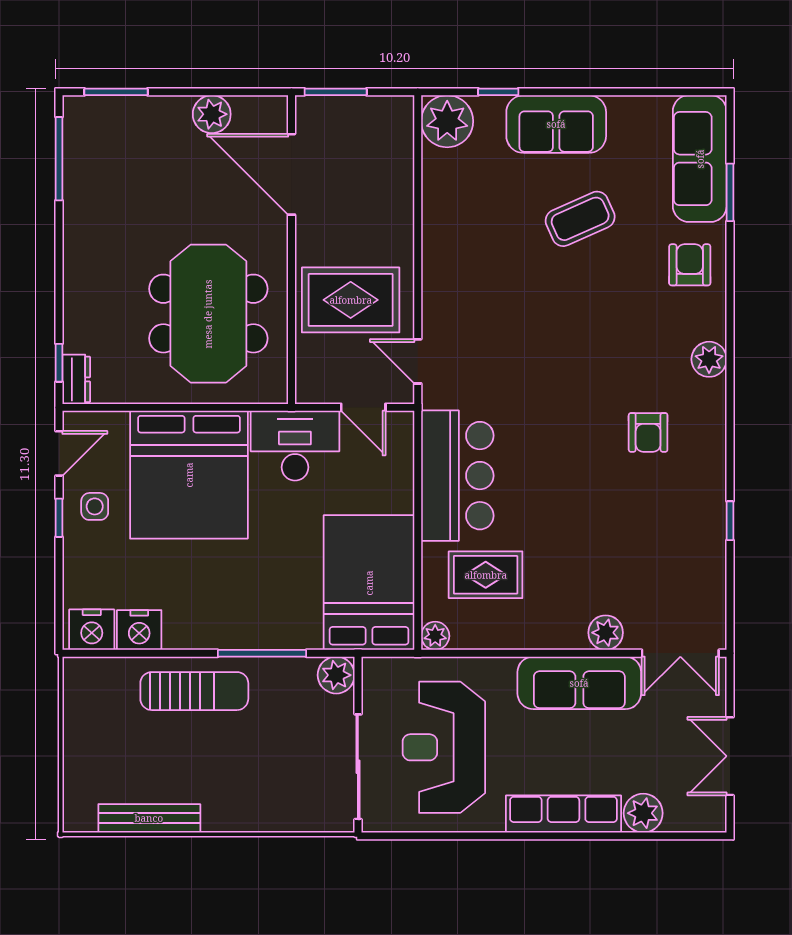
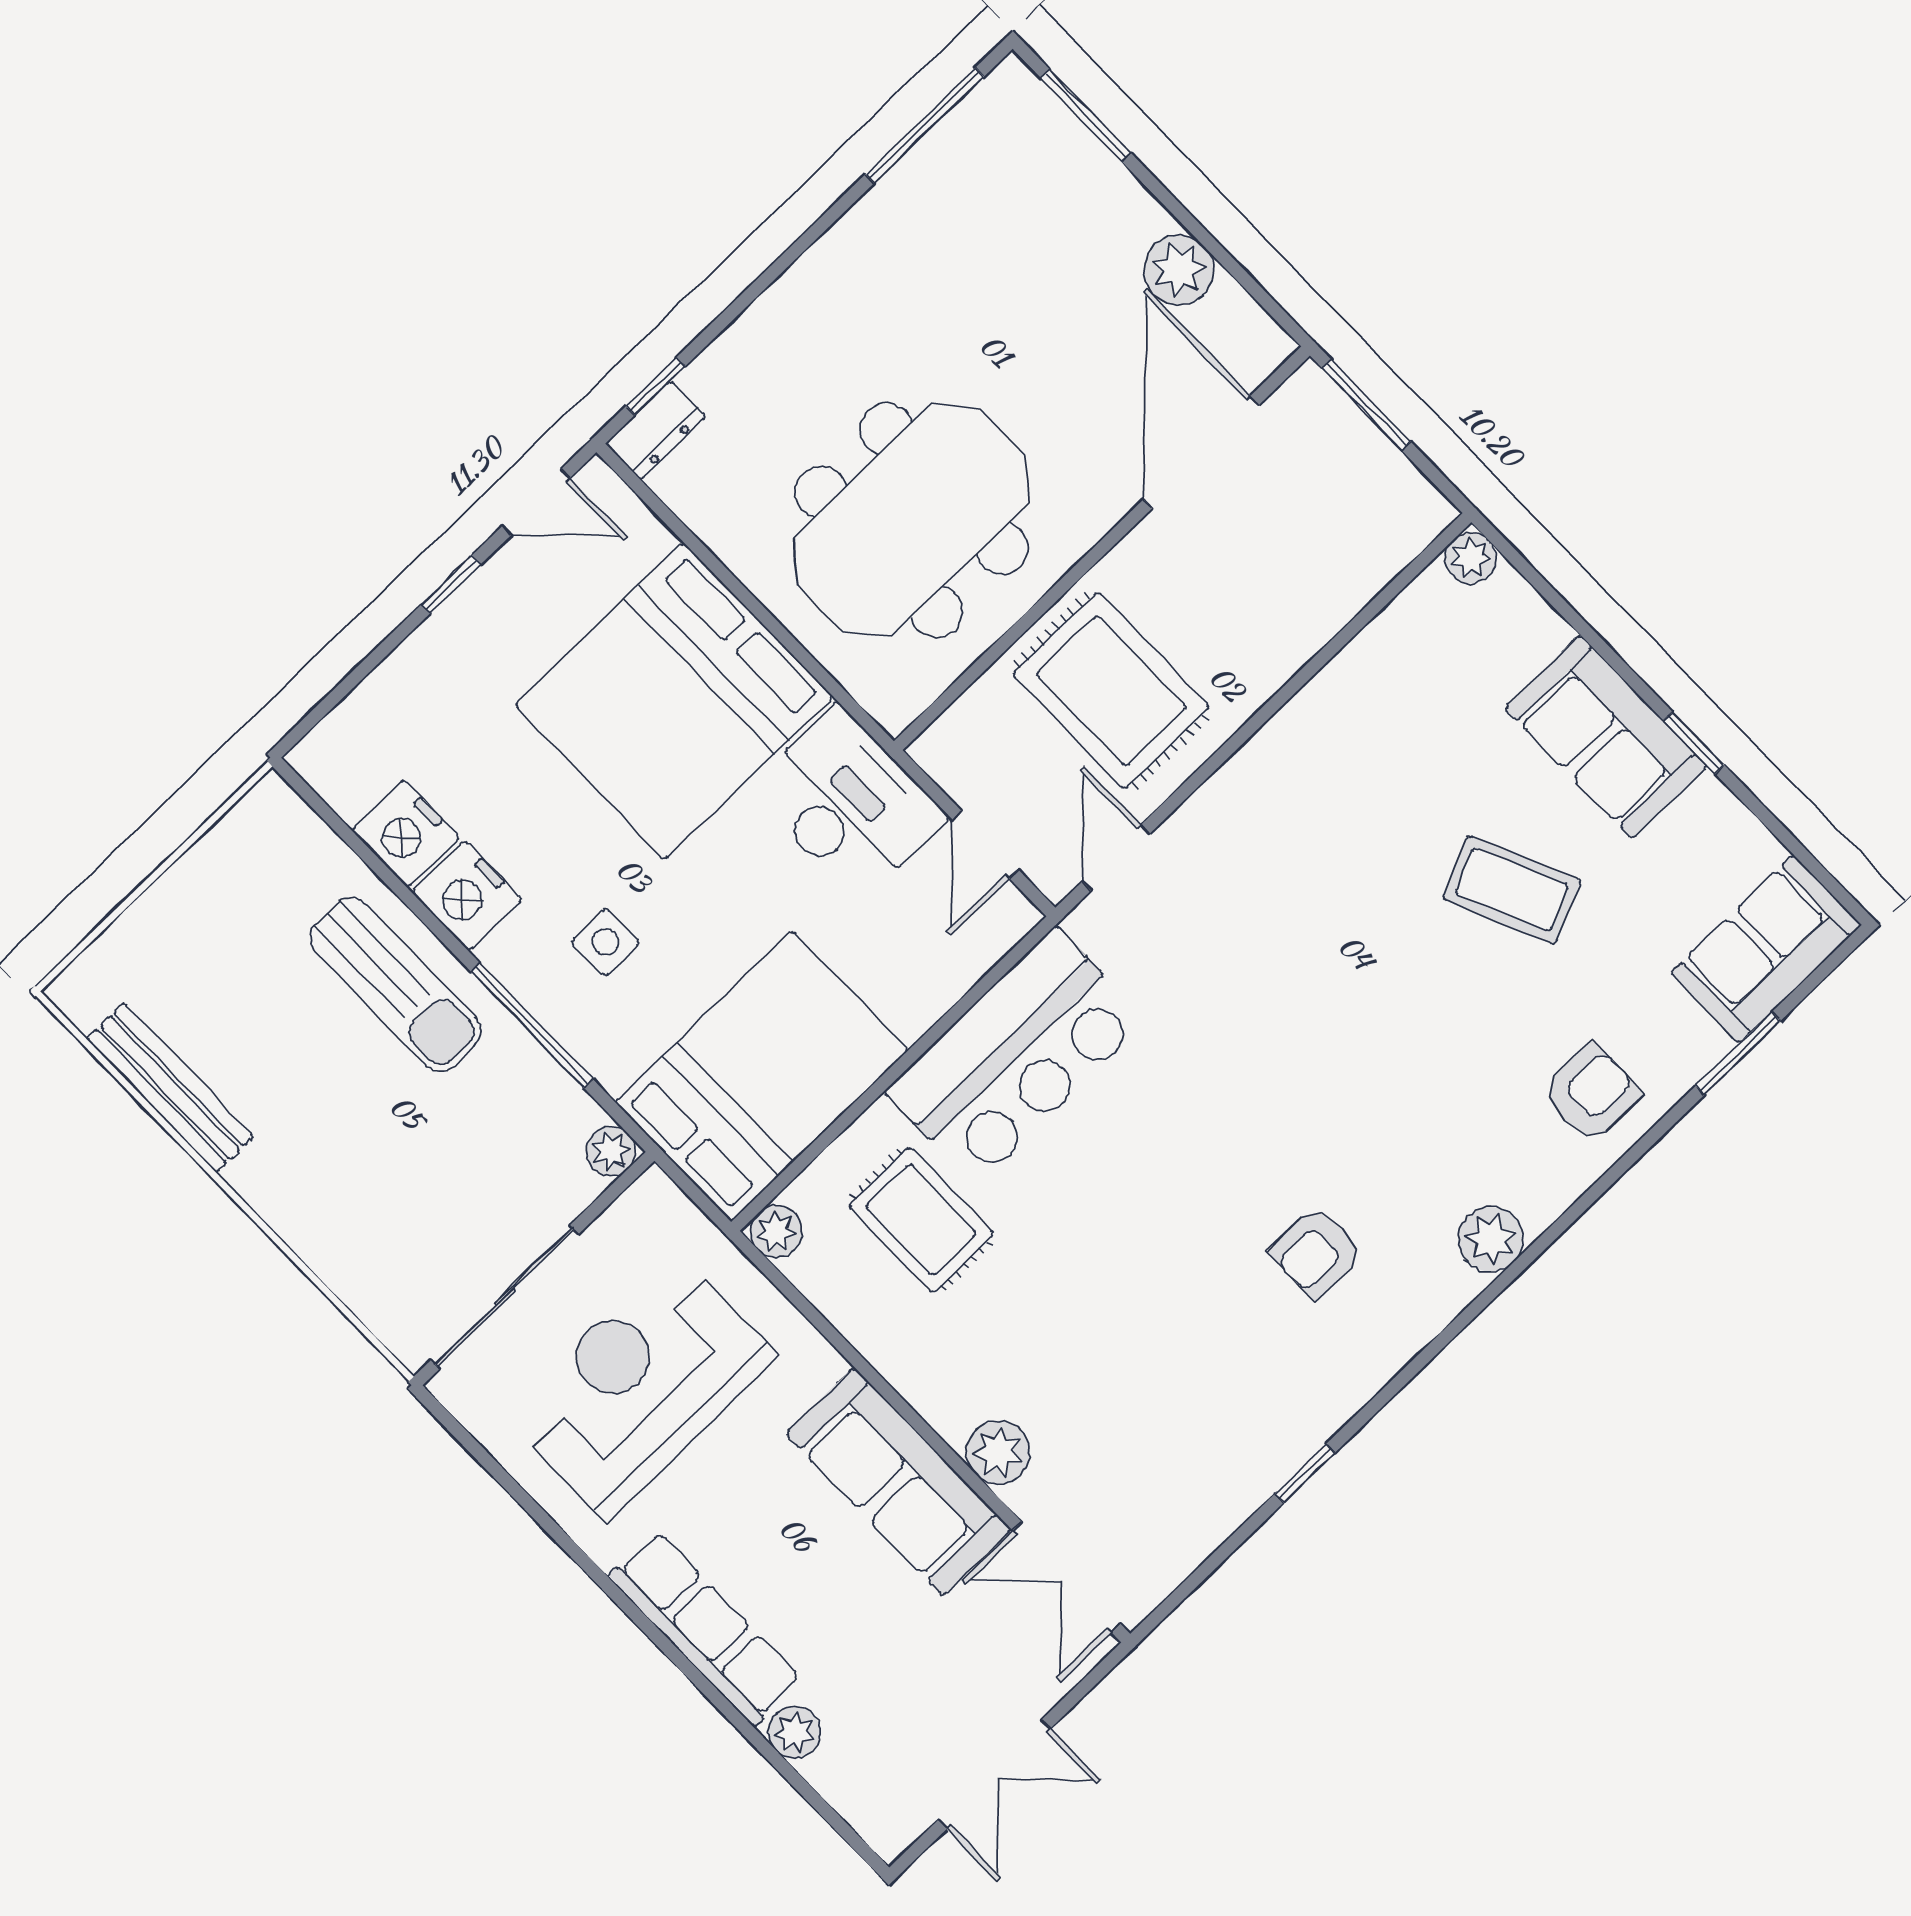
window: (498, 92) -> (1694, 743), moved
plant: (447, 121) -> (1471, 558), width x0.53, depth x0.53
sofa: (700, 159) -> (1766, 949), width x0.73
side table: (95, 506) -> (605, 942), moved
nightstand: (92, 630) -> (467, 896), moved
plant: (336, 675) -> (611, 1151), width x0.73, depth x0.73
double door: (730, 756) -> (994, 1774), swing flipped
plant: (643, 813) -> (794, 1732), width x0.73, depth x0.73

